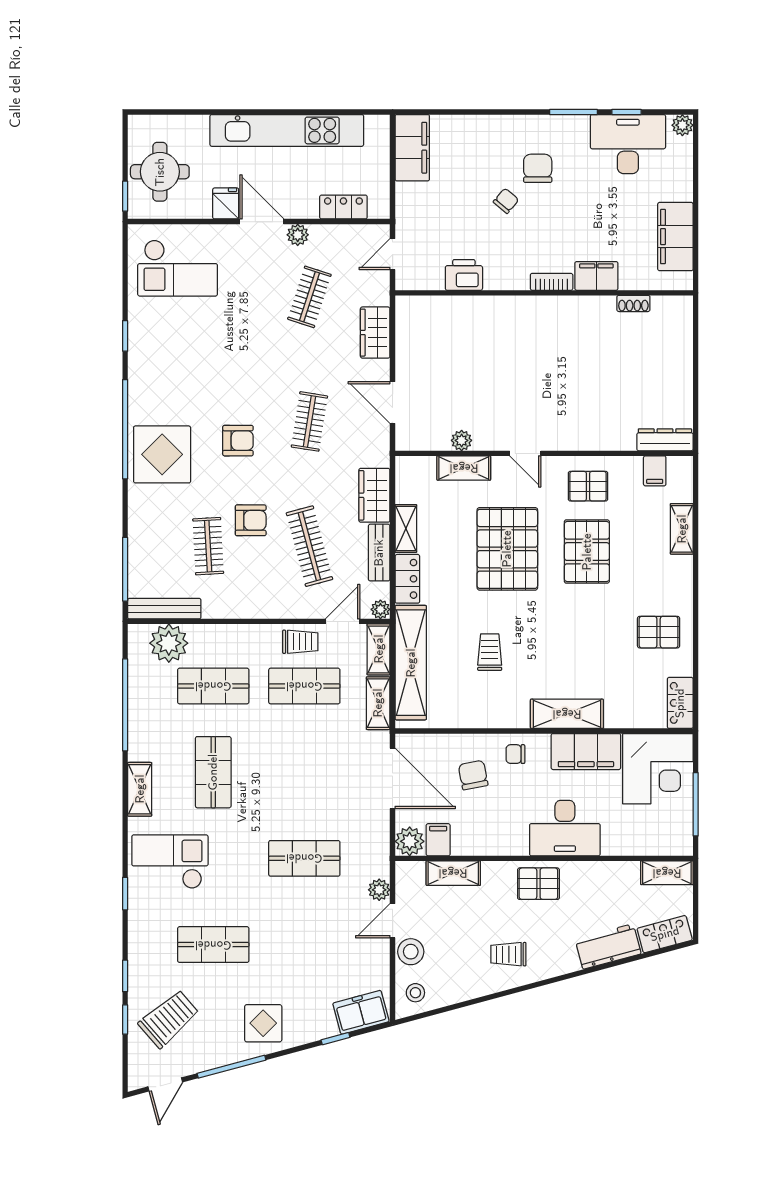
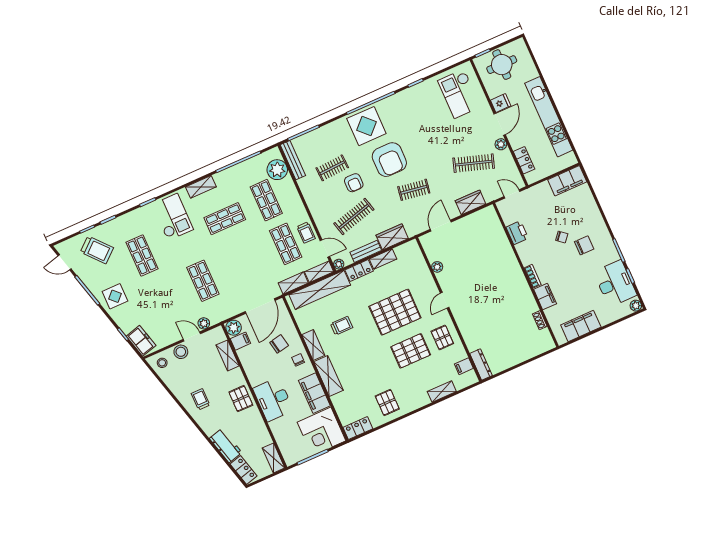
clothes rail: (309, 297) -> (474, 163), width x1.36
armchair: (238, 441) -> (389, 160), width x1.88, depth x1.88
shelving: (464, 468) -> (313, 345), moved

